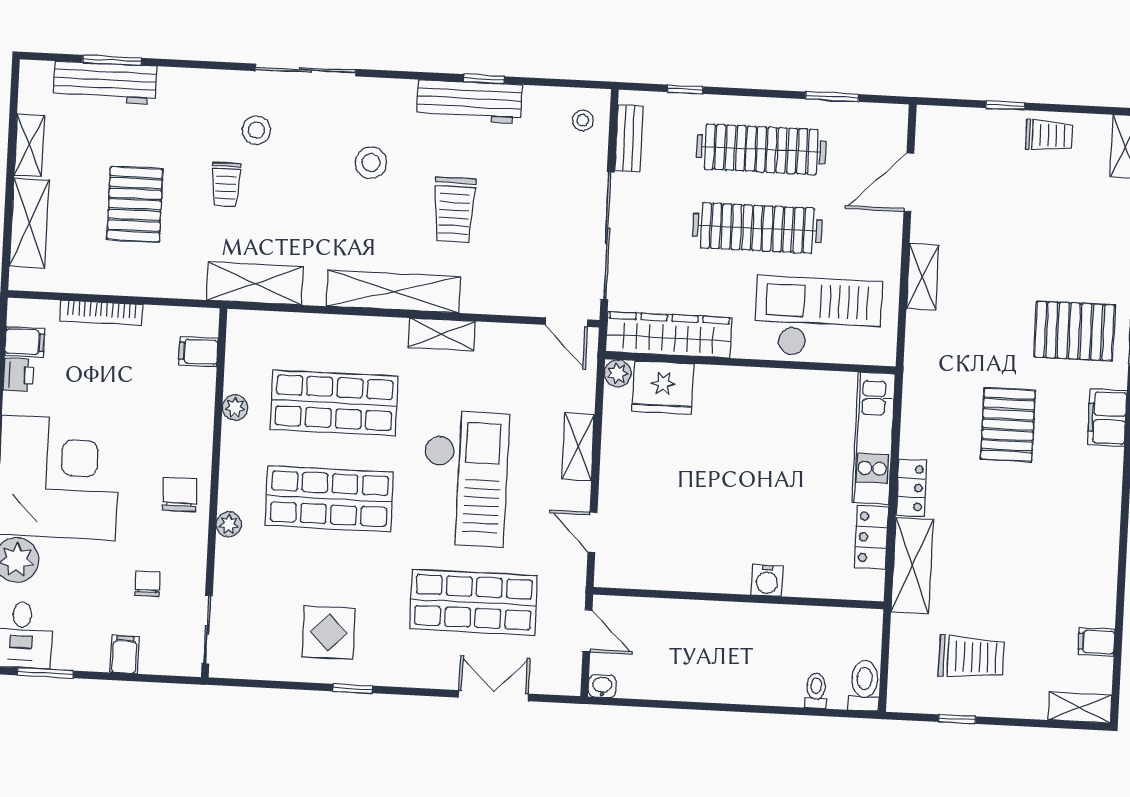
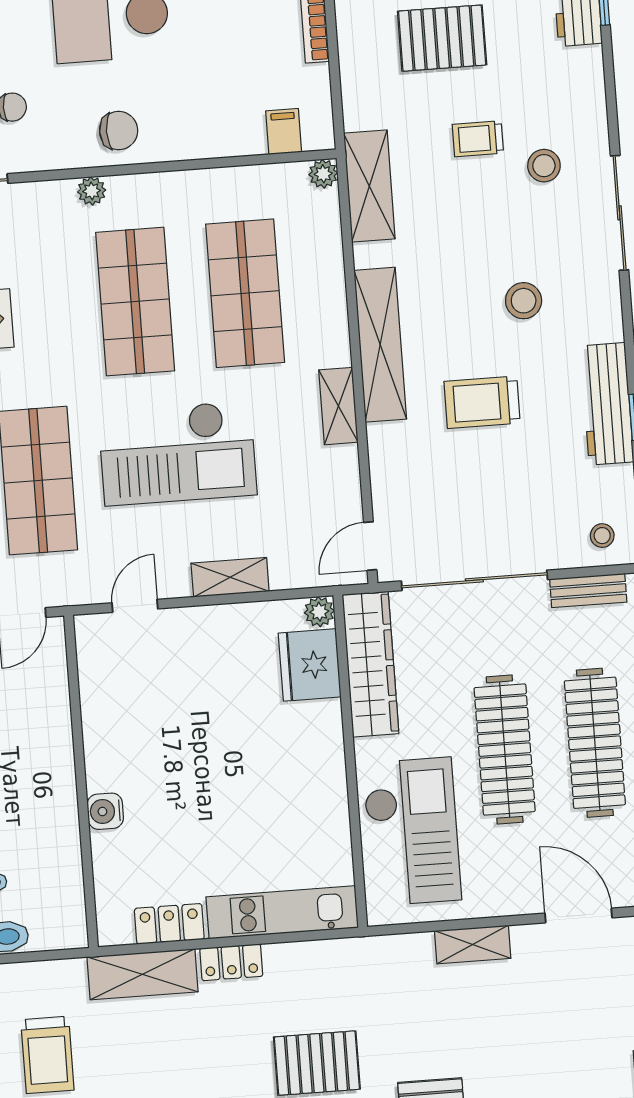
plant: (235, 408) -> (323, 174), moved

